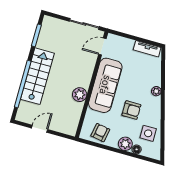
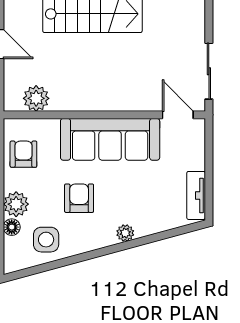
plant: (80, 95) -> (36, 98), moved
armchair: (131, 110) -> (79, 198), turned 180
armchair: (100, 133) -> (23, 154), turned -100

